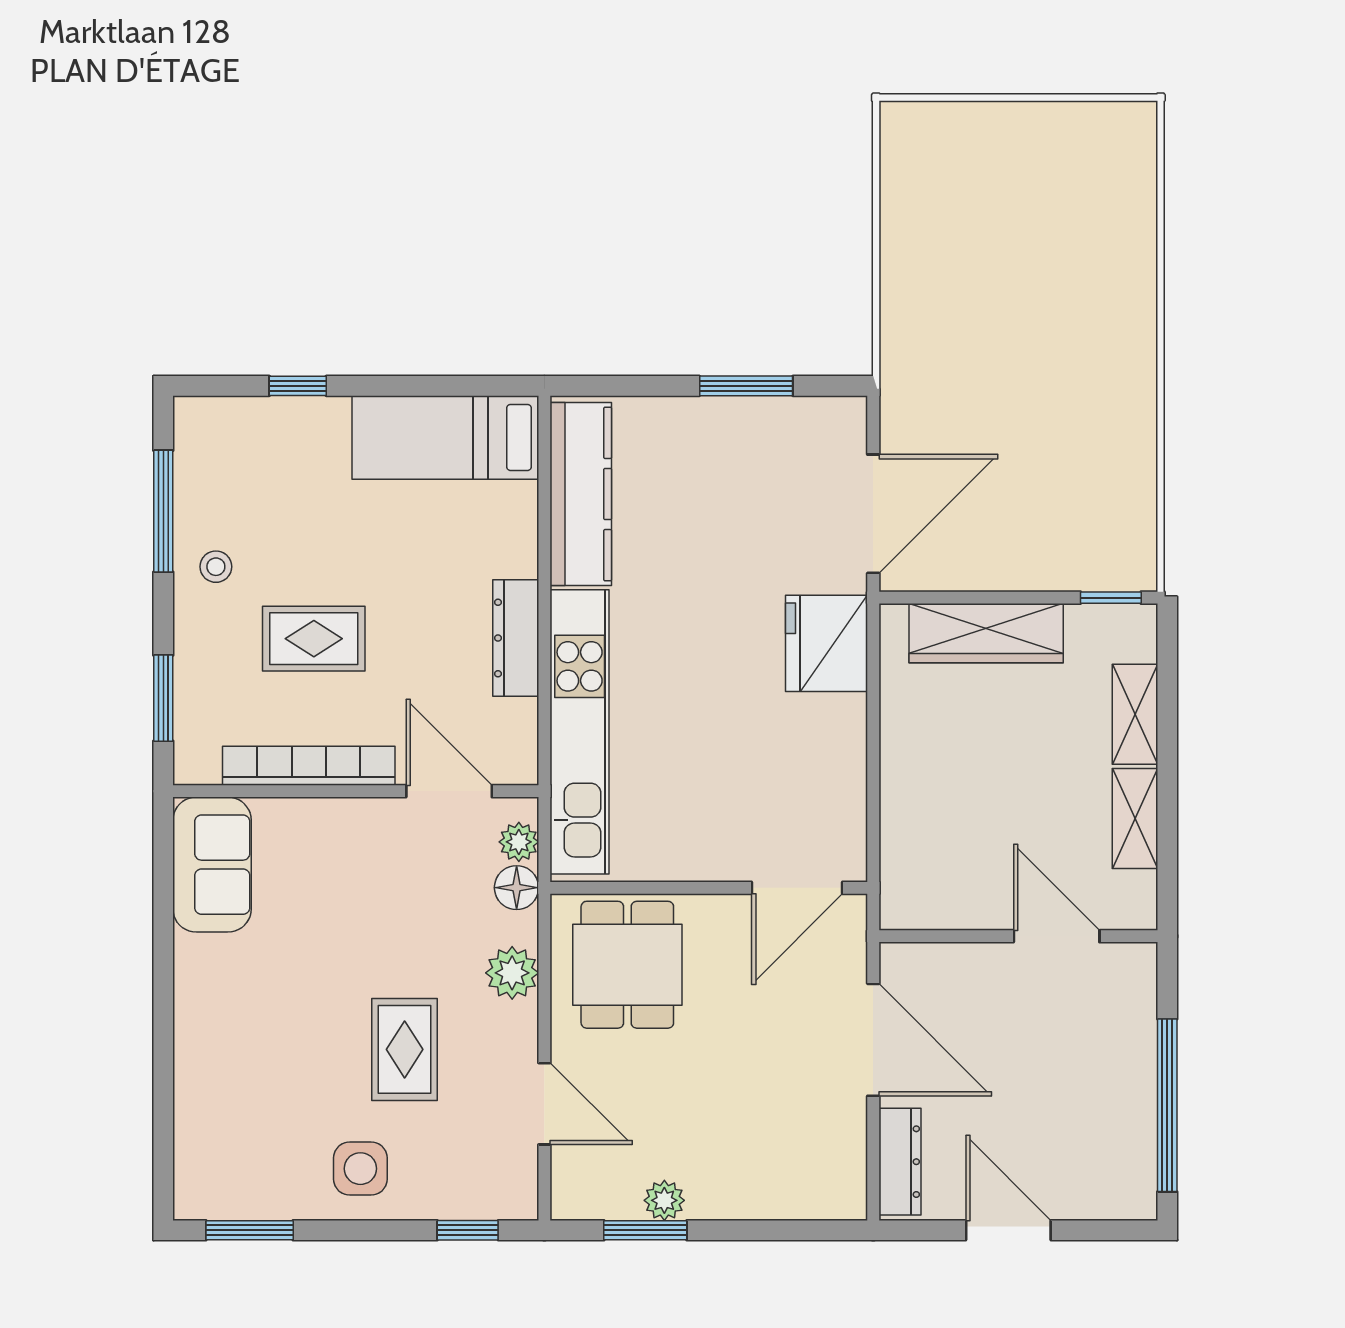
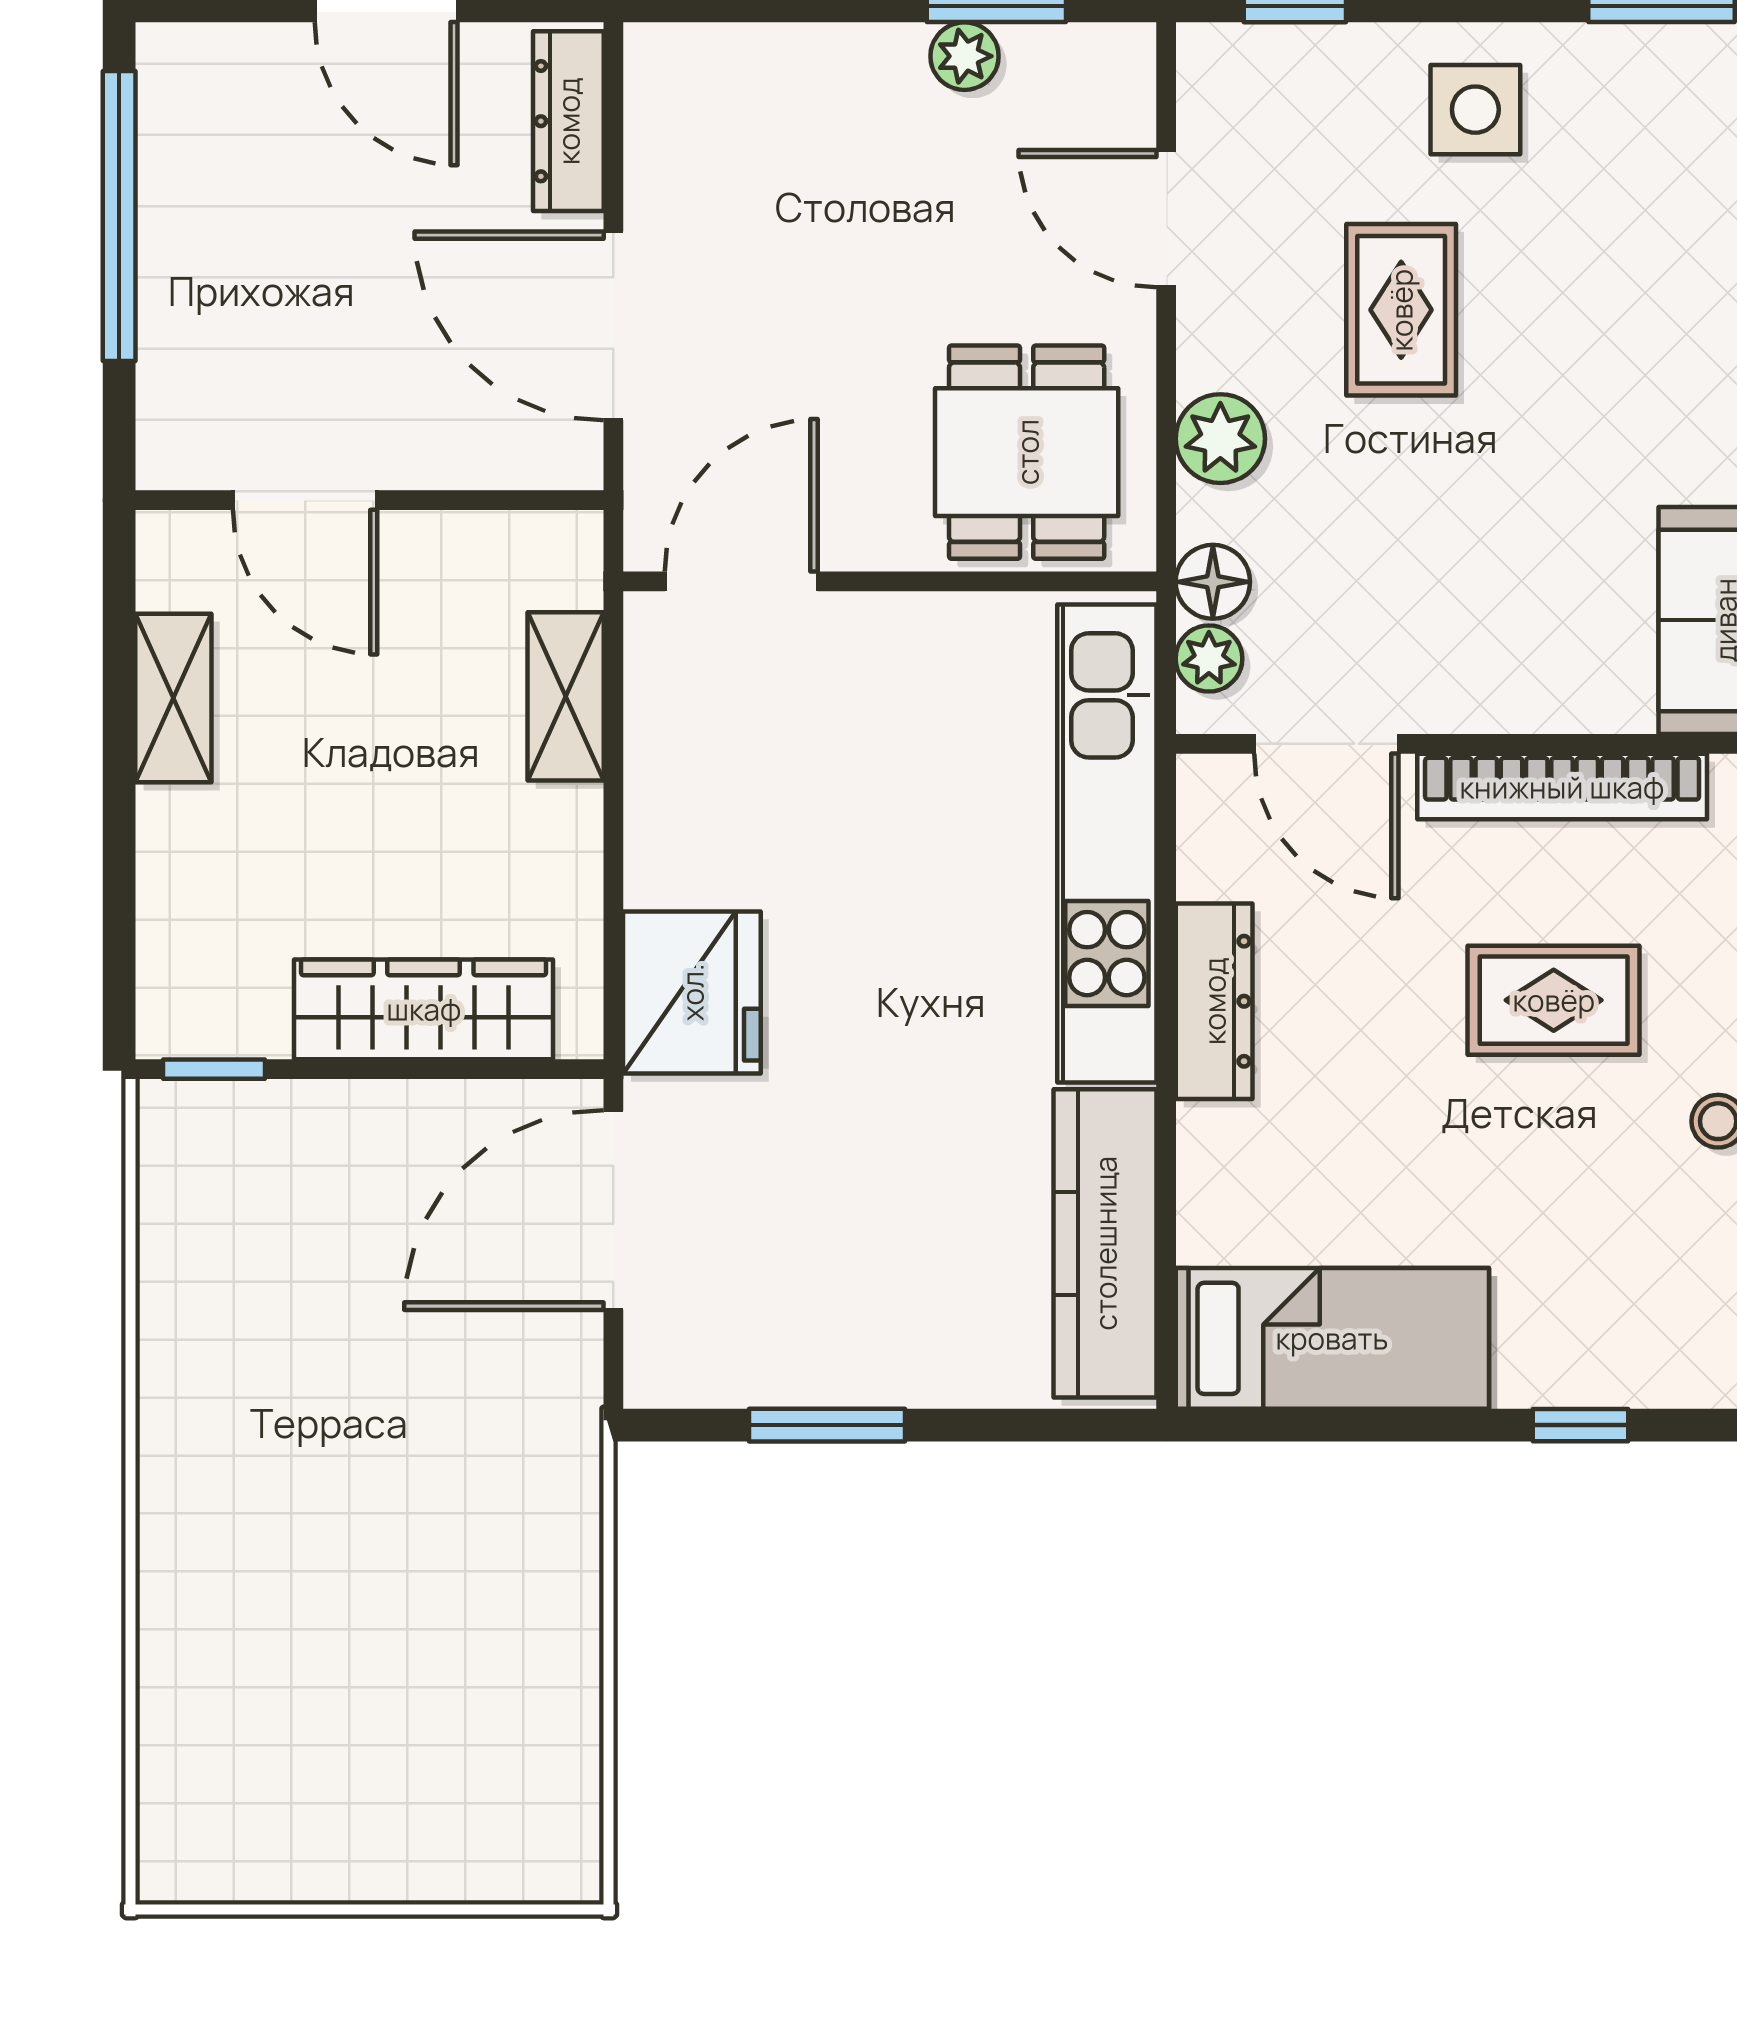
shelving: (1135, 714) -> (566, 696), moved

